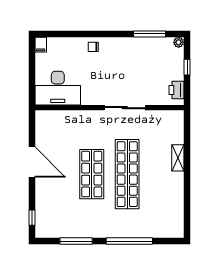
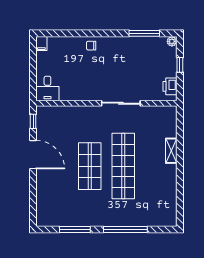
desk: (58, 88) -> (47, 88), width x0.53, depth x0.77
window: (32, 218) -> (33, 121), moved

